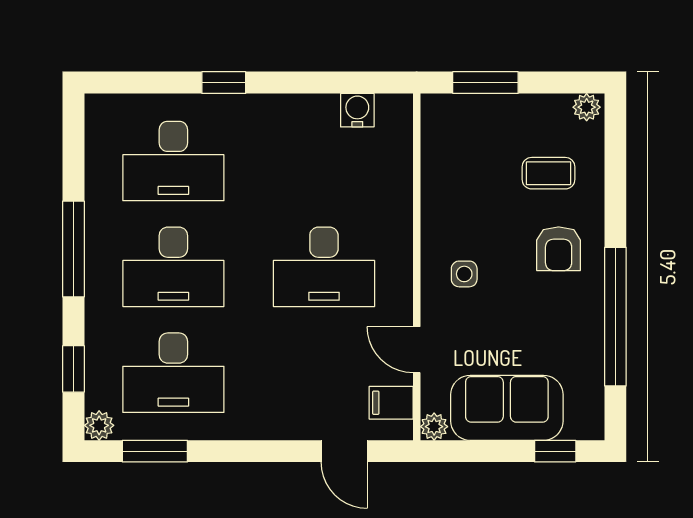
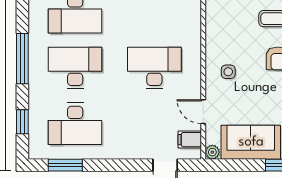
desk: (173, 267) -> (75, 68), turned 180
desk: (324, 267) -> (154, 68), turned 180
plant: (99, 425) -> (36, 152), removed

